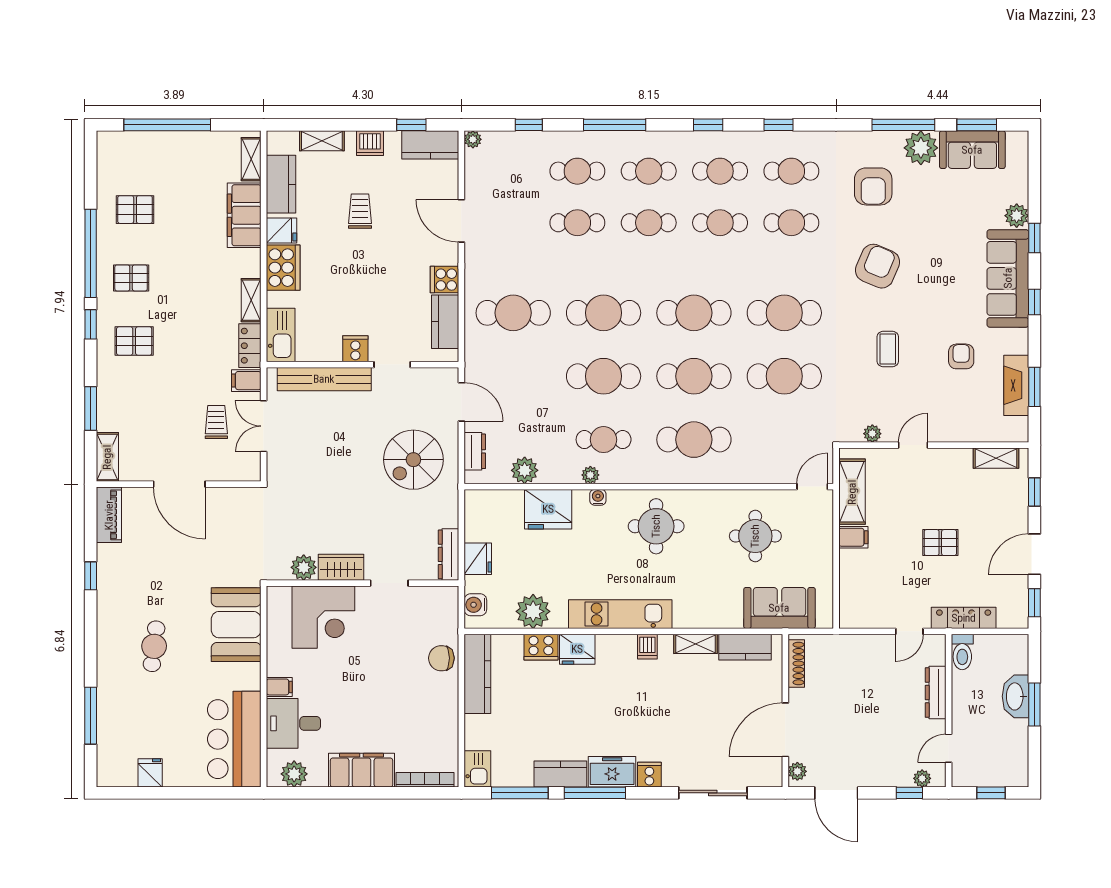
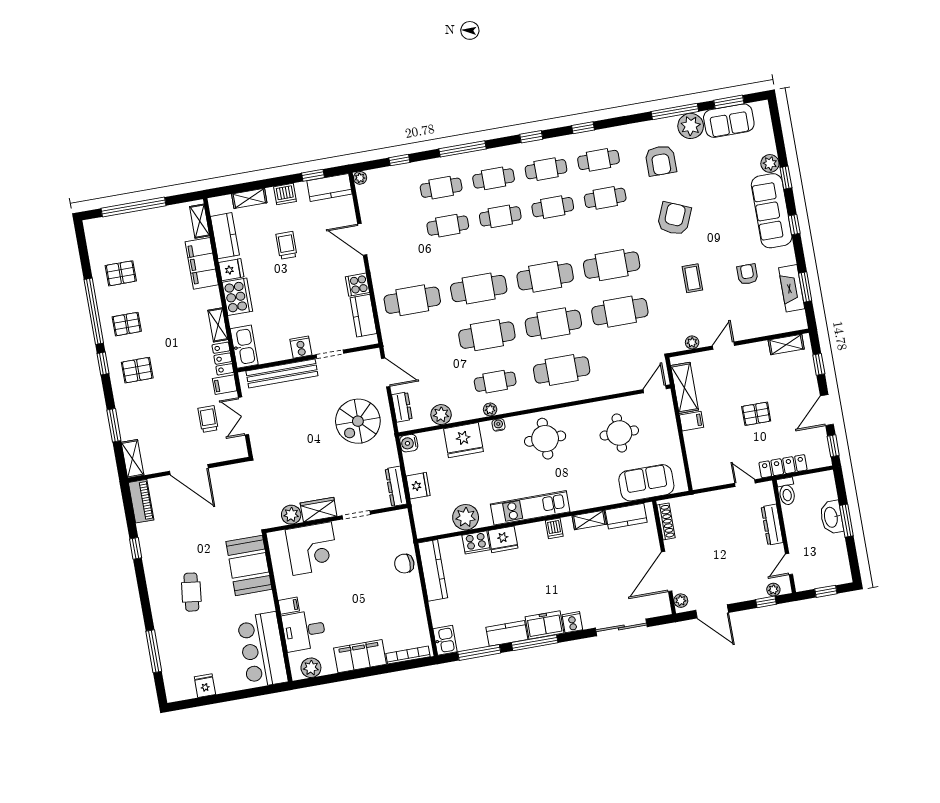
water cooler: (475, 605) -> (409, 443), moved
door: (909, 631) -> (745, 483), swing flipped

